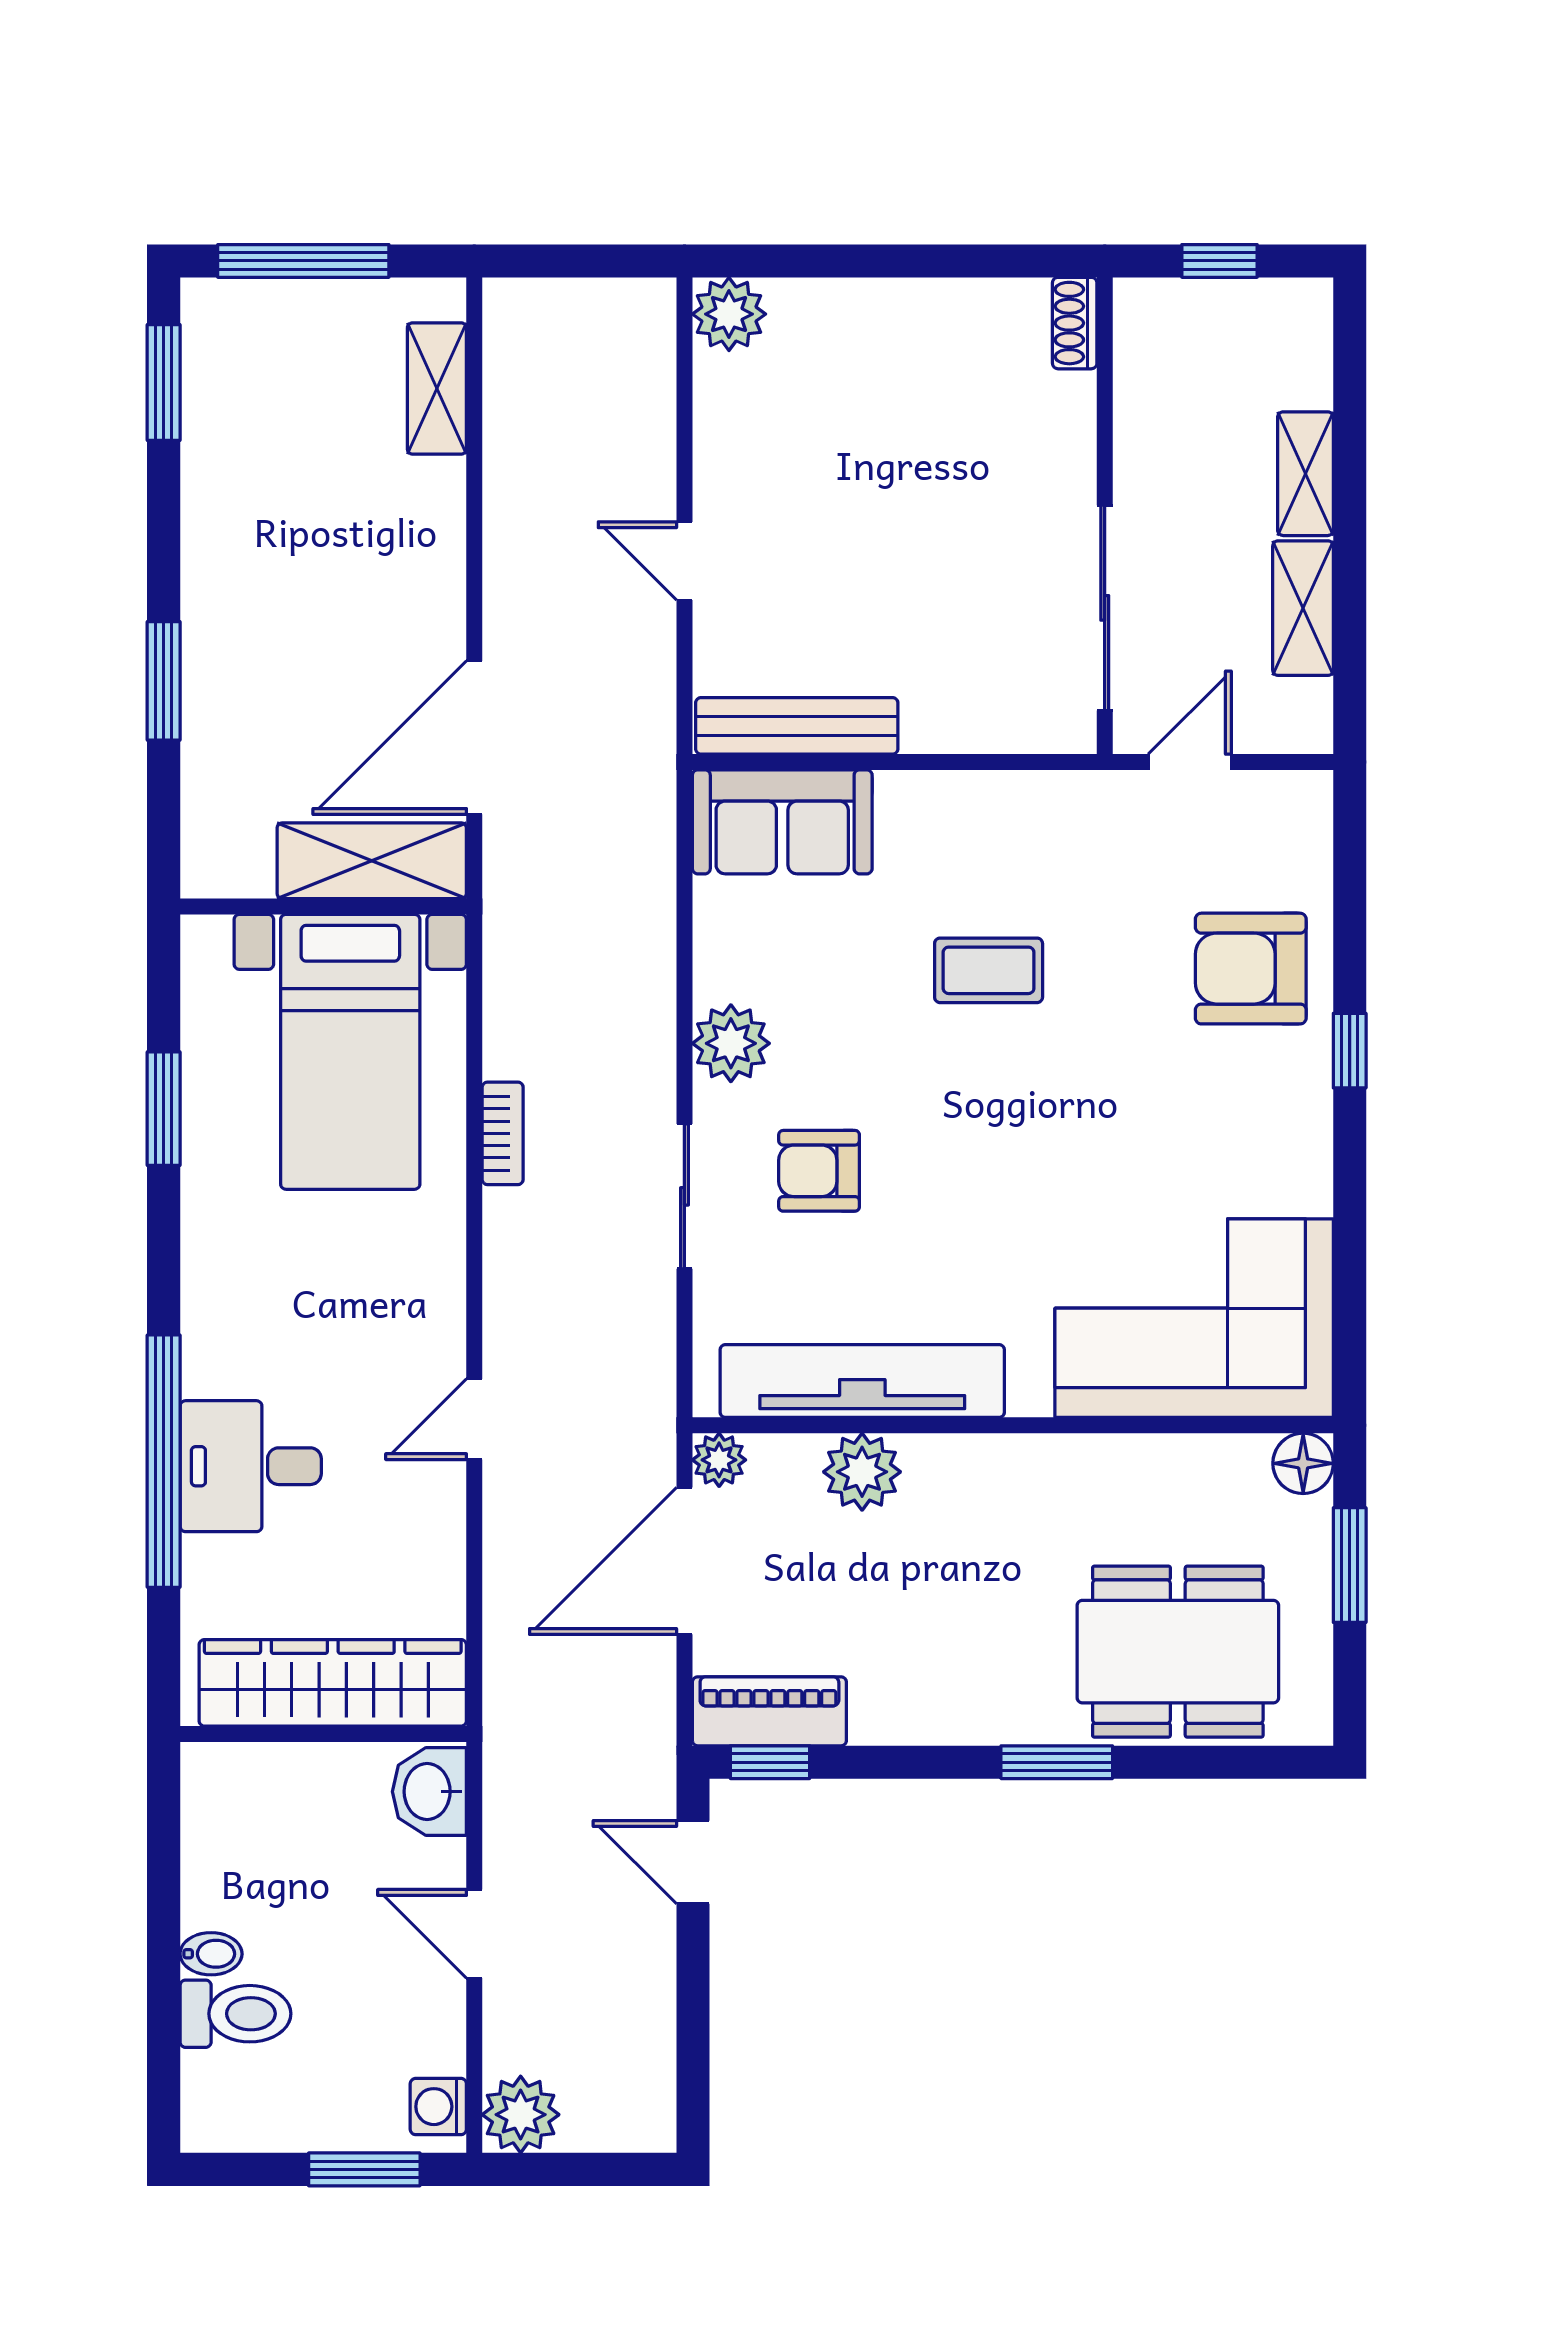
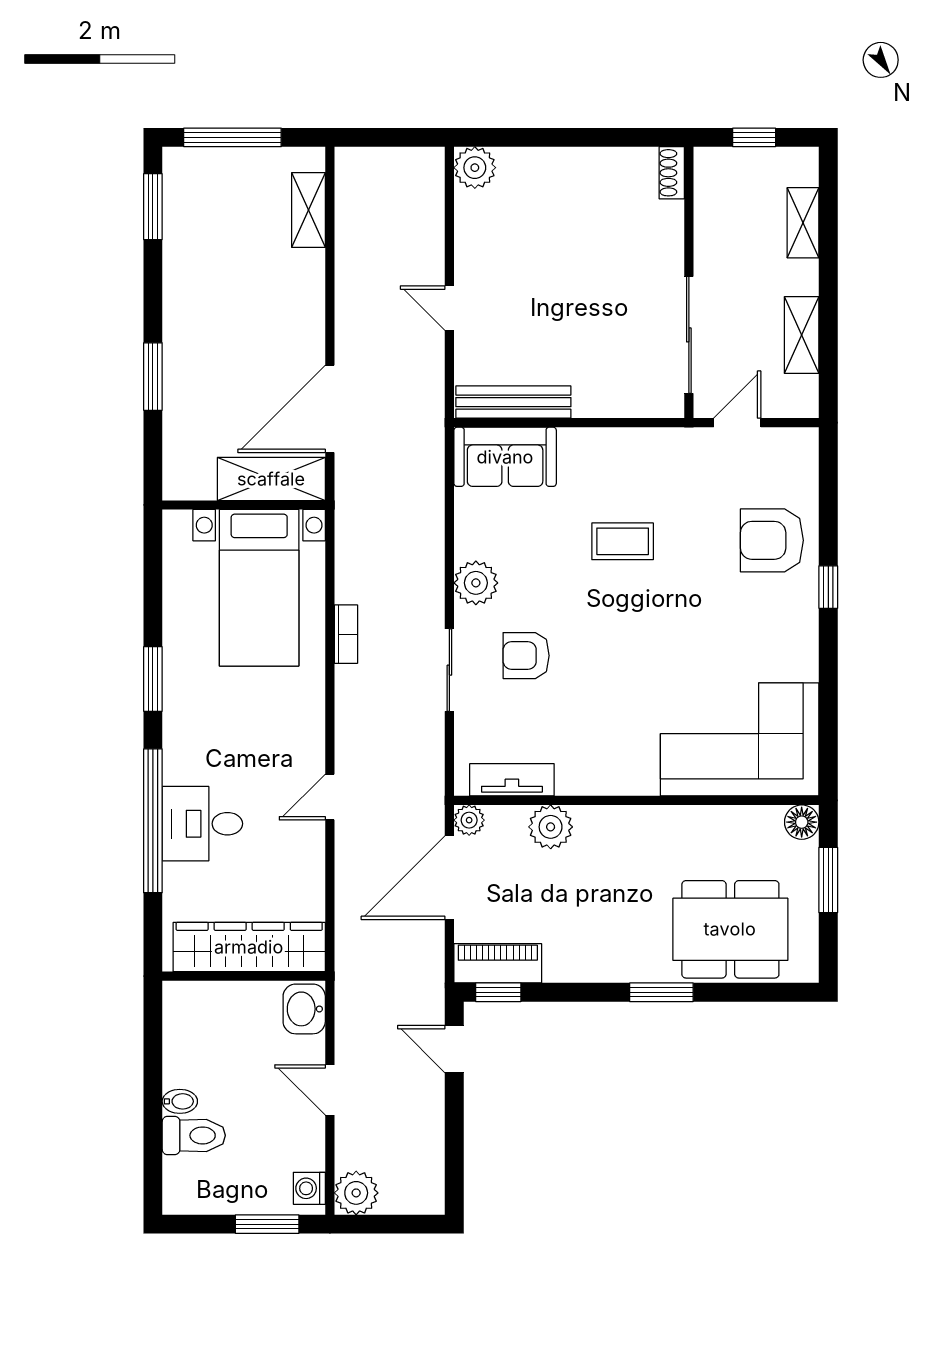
shelving: (1305, 474) -> (803, 223), moved
window: (164, 1109) -> (153, 679), moved
tv unit: (862, 1381) -> (512, 780), width x0.52, depth x0.78

